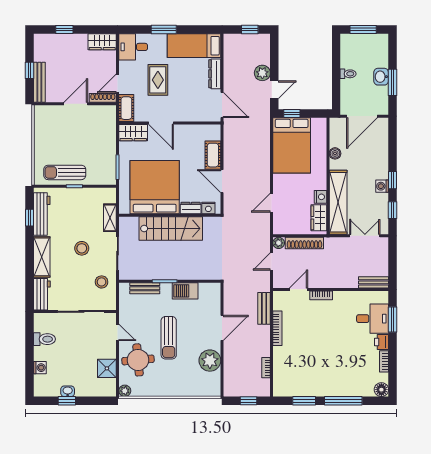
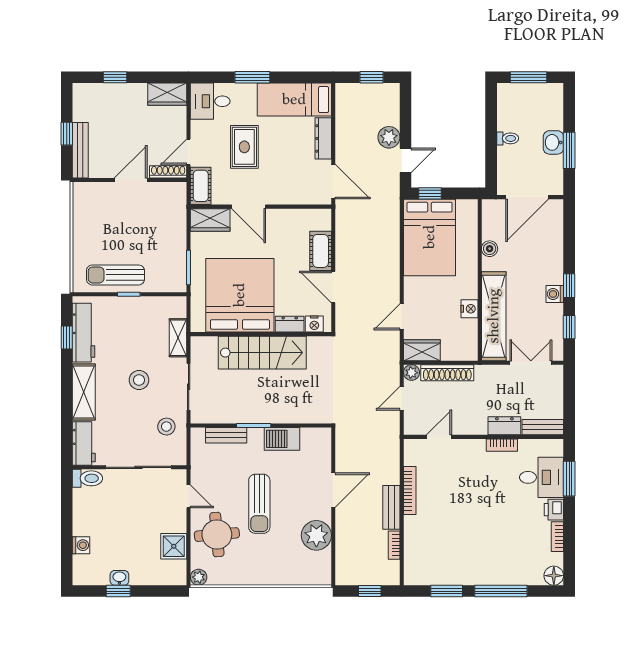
wardrobe: (319, 218) -> (422, 350), moved, turned 90
dresser: (346, 281) -> (504, 426), added
bookcase: (321, 295) -> (502, 445), moved
bench: (264, 308) -> (391, 507), moved
toilet: (45, 339) -> (87, 478), moved

